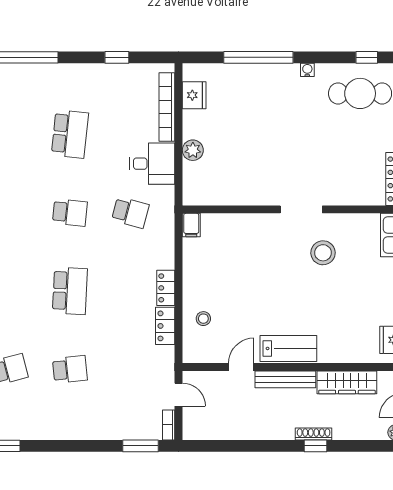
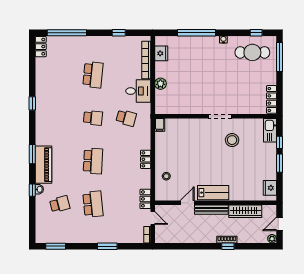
locker: (165, 326) -> (145, 199), moved
school desk: (70, 369) -> (93, 204), width x1.85
window: (140, 446) -> (107, 246), moved

